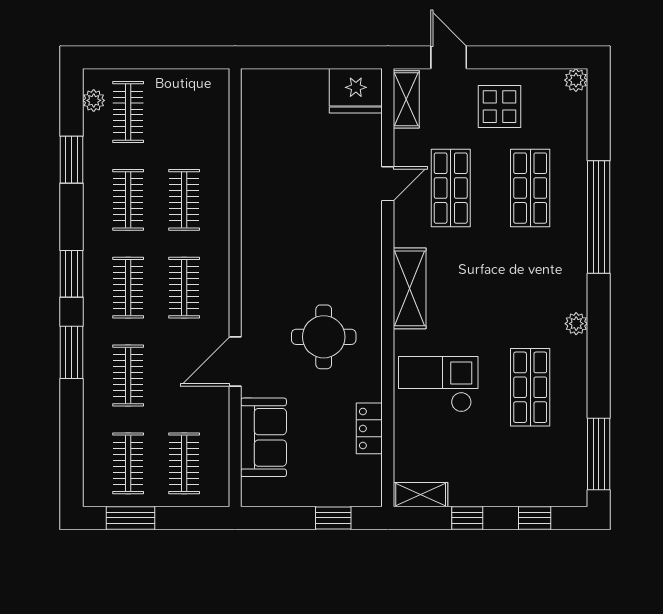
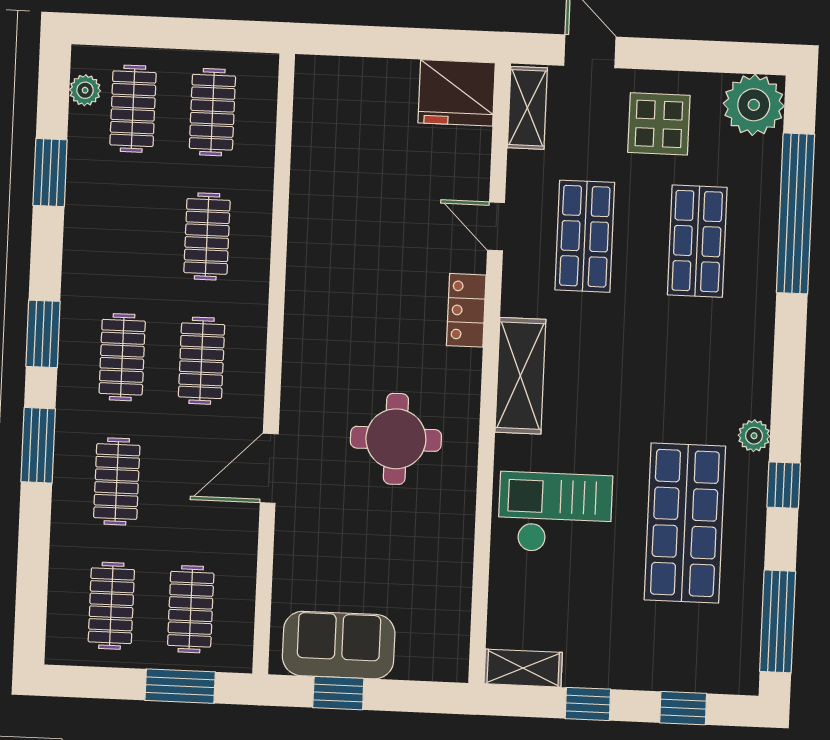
plant: (576, 80) -> (754, 105), width x1.88, depth x1.88
door: (388, 184) -> (496, 226), swing flipped
clothes rail: (128, 200) -> (212, 112), moved
window: (599, 217) -> (795, 213), moved
window: (599, 358) -> (784, 485), added
shop shelf: (530, 387) -> (685, 523), width x1.43, depth x1.36
locker: (369, 428) -> (466, 310), moved
sofa: (263, 437) -> (339, 645), moved, turned -90
window: (130, 518) -> (180, 686), moved
window: (333, 518) -> (338, 693), moved

